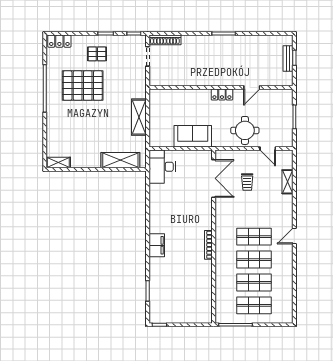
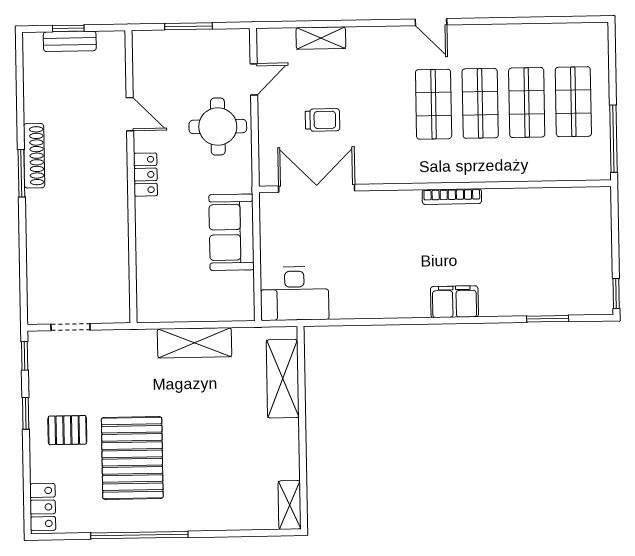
shoe rack: (165, 40) -> (34, 156), moved
pallet: (97, 54) -> (67, 430), turned 90

